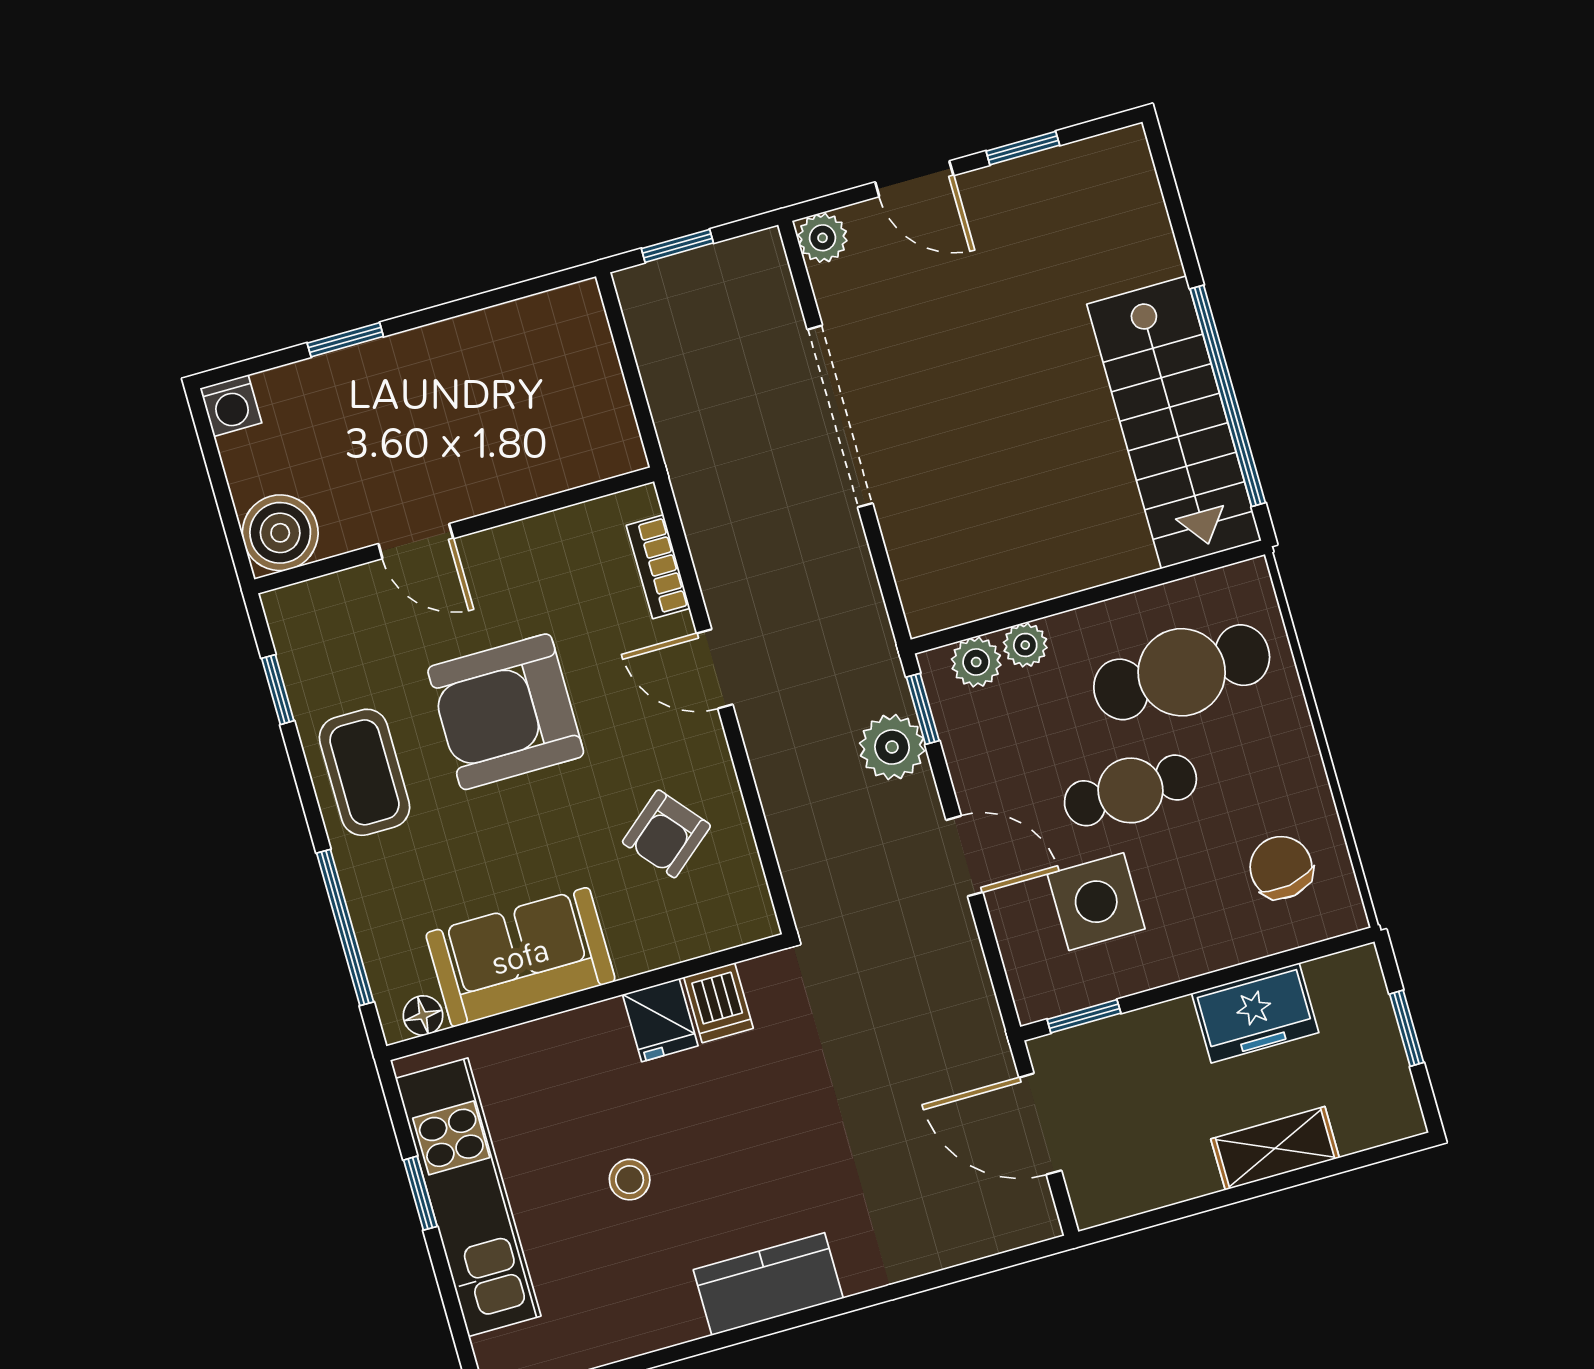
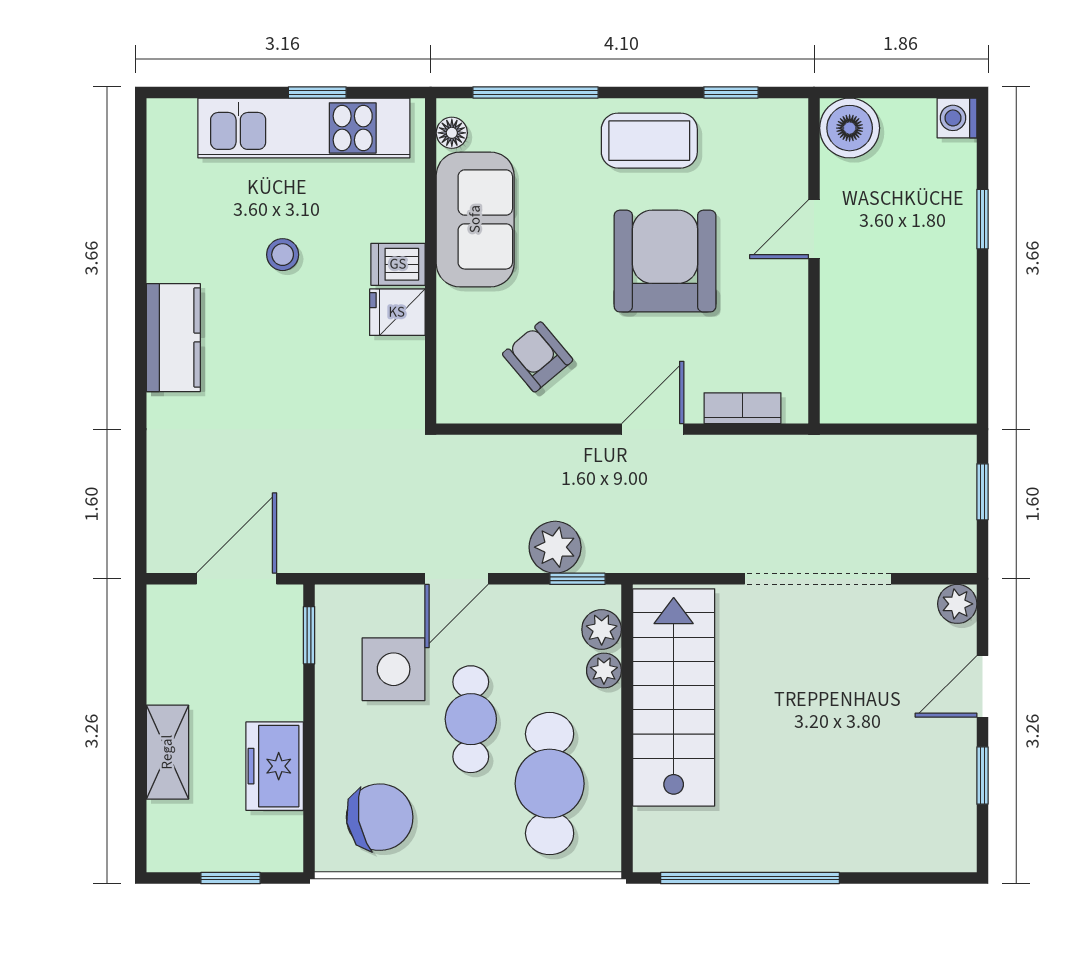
stairs: (1174, 422) -> (674, 697), moved, turned 90
chair: (1281, 868) -> (380, 817), width x1.37, depth x1.37
dishwasher: (718, 1003) -> (398, 264), moved

